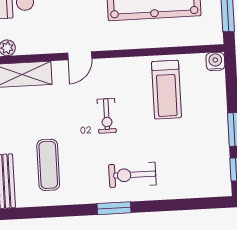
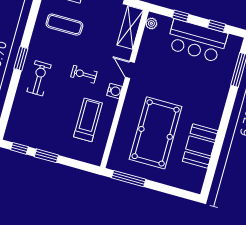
water cooler: (215, 61) -> (115, 91), moved
treadmill: (166, 90) -> (88, 120), turned 90

